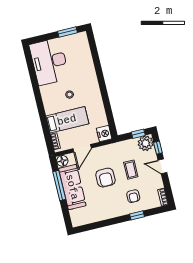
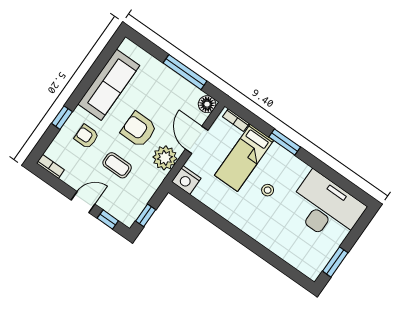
window: (41, 110) -> (285, 142), added
plant: (146, 143) -> (165, 158), moved
sofa: (72, 187) -> (109, 85), moved, turned -90

